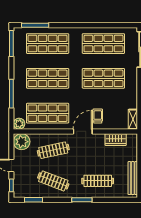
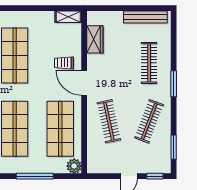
plant: (22, 142) -> (98, 163), removed

